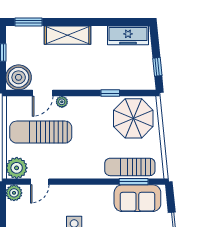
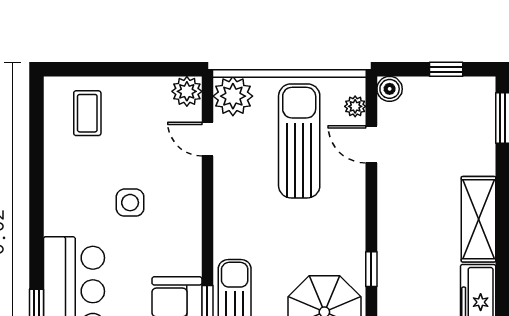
shelving: (68, 35) -> (479, 219), moved
boiler: (19, 77) -> (390, 89), width x0.54, depth x0.54
plant: (62, 102) -> (355, 106), moved

